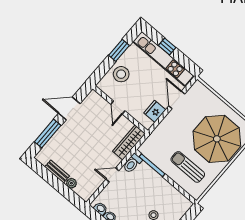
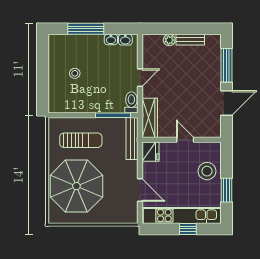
fridge: (155, 111) -> (150, 152), moved
bench: (153, 139) -> (132, 138), added

